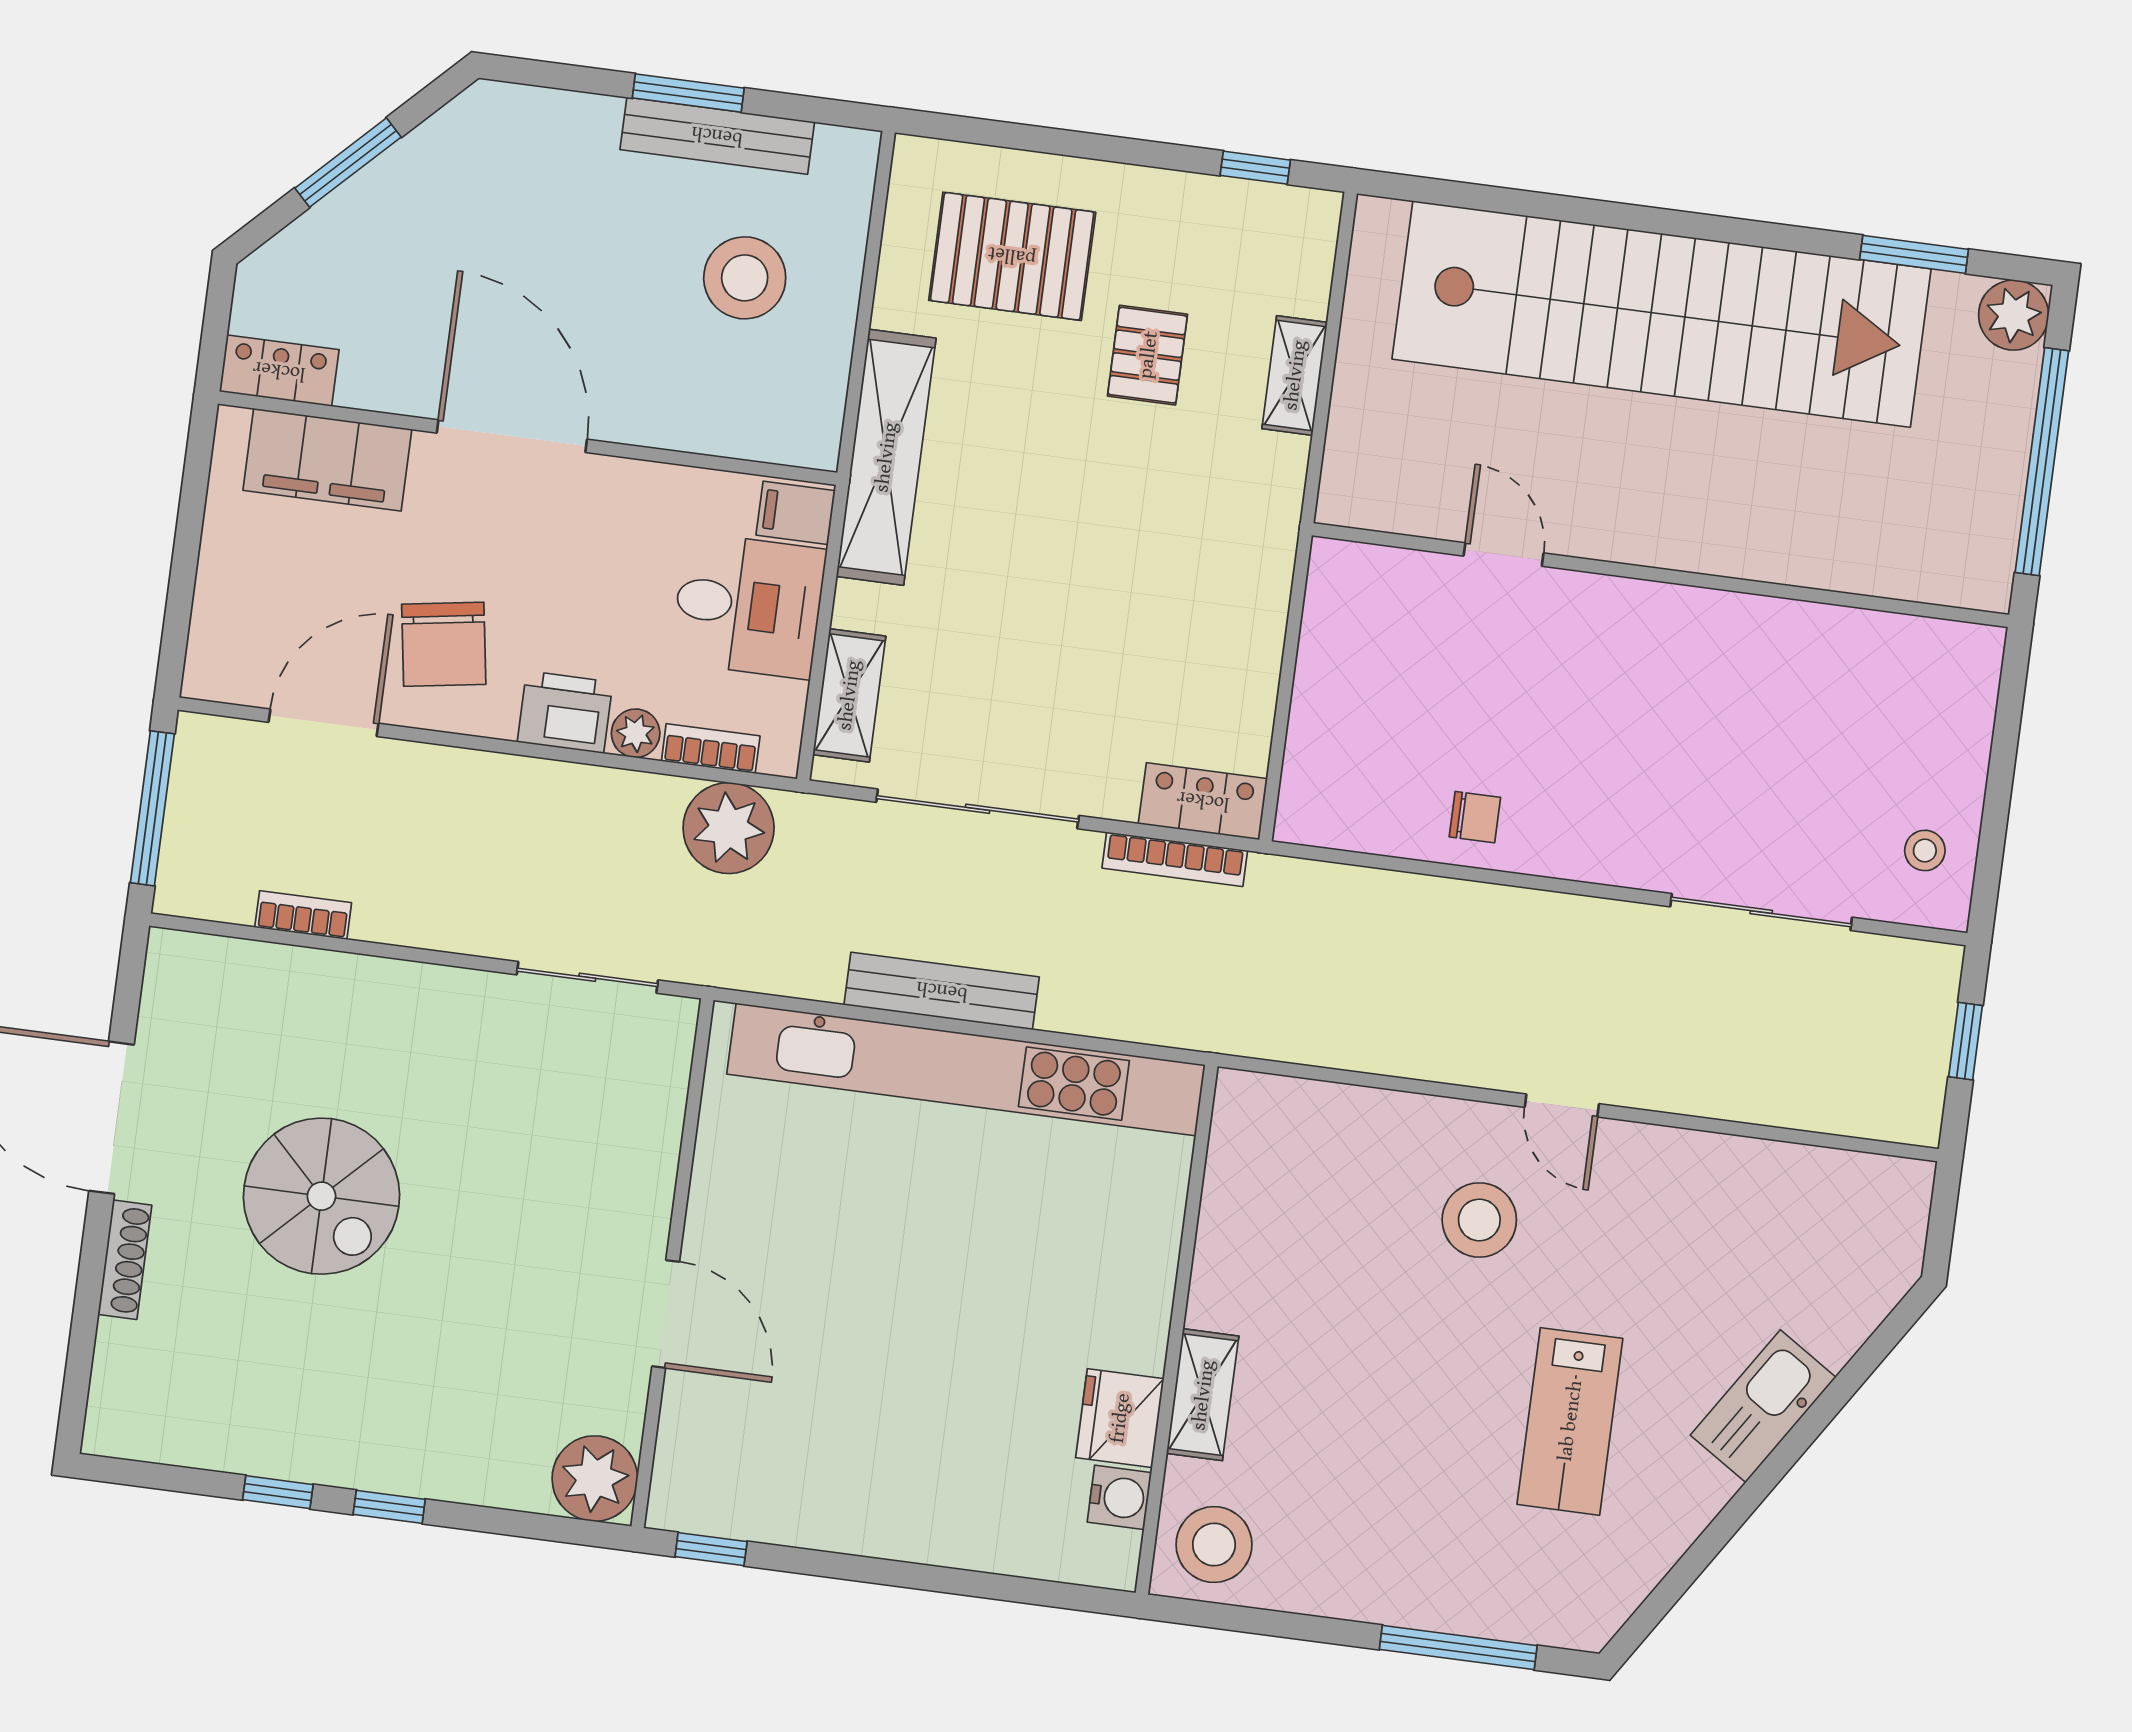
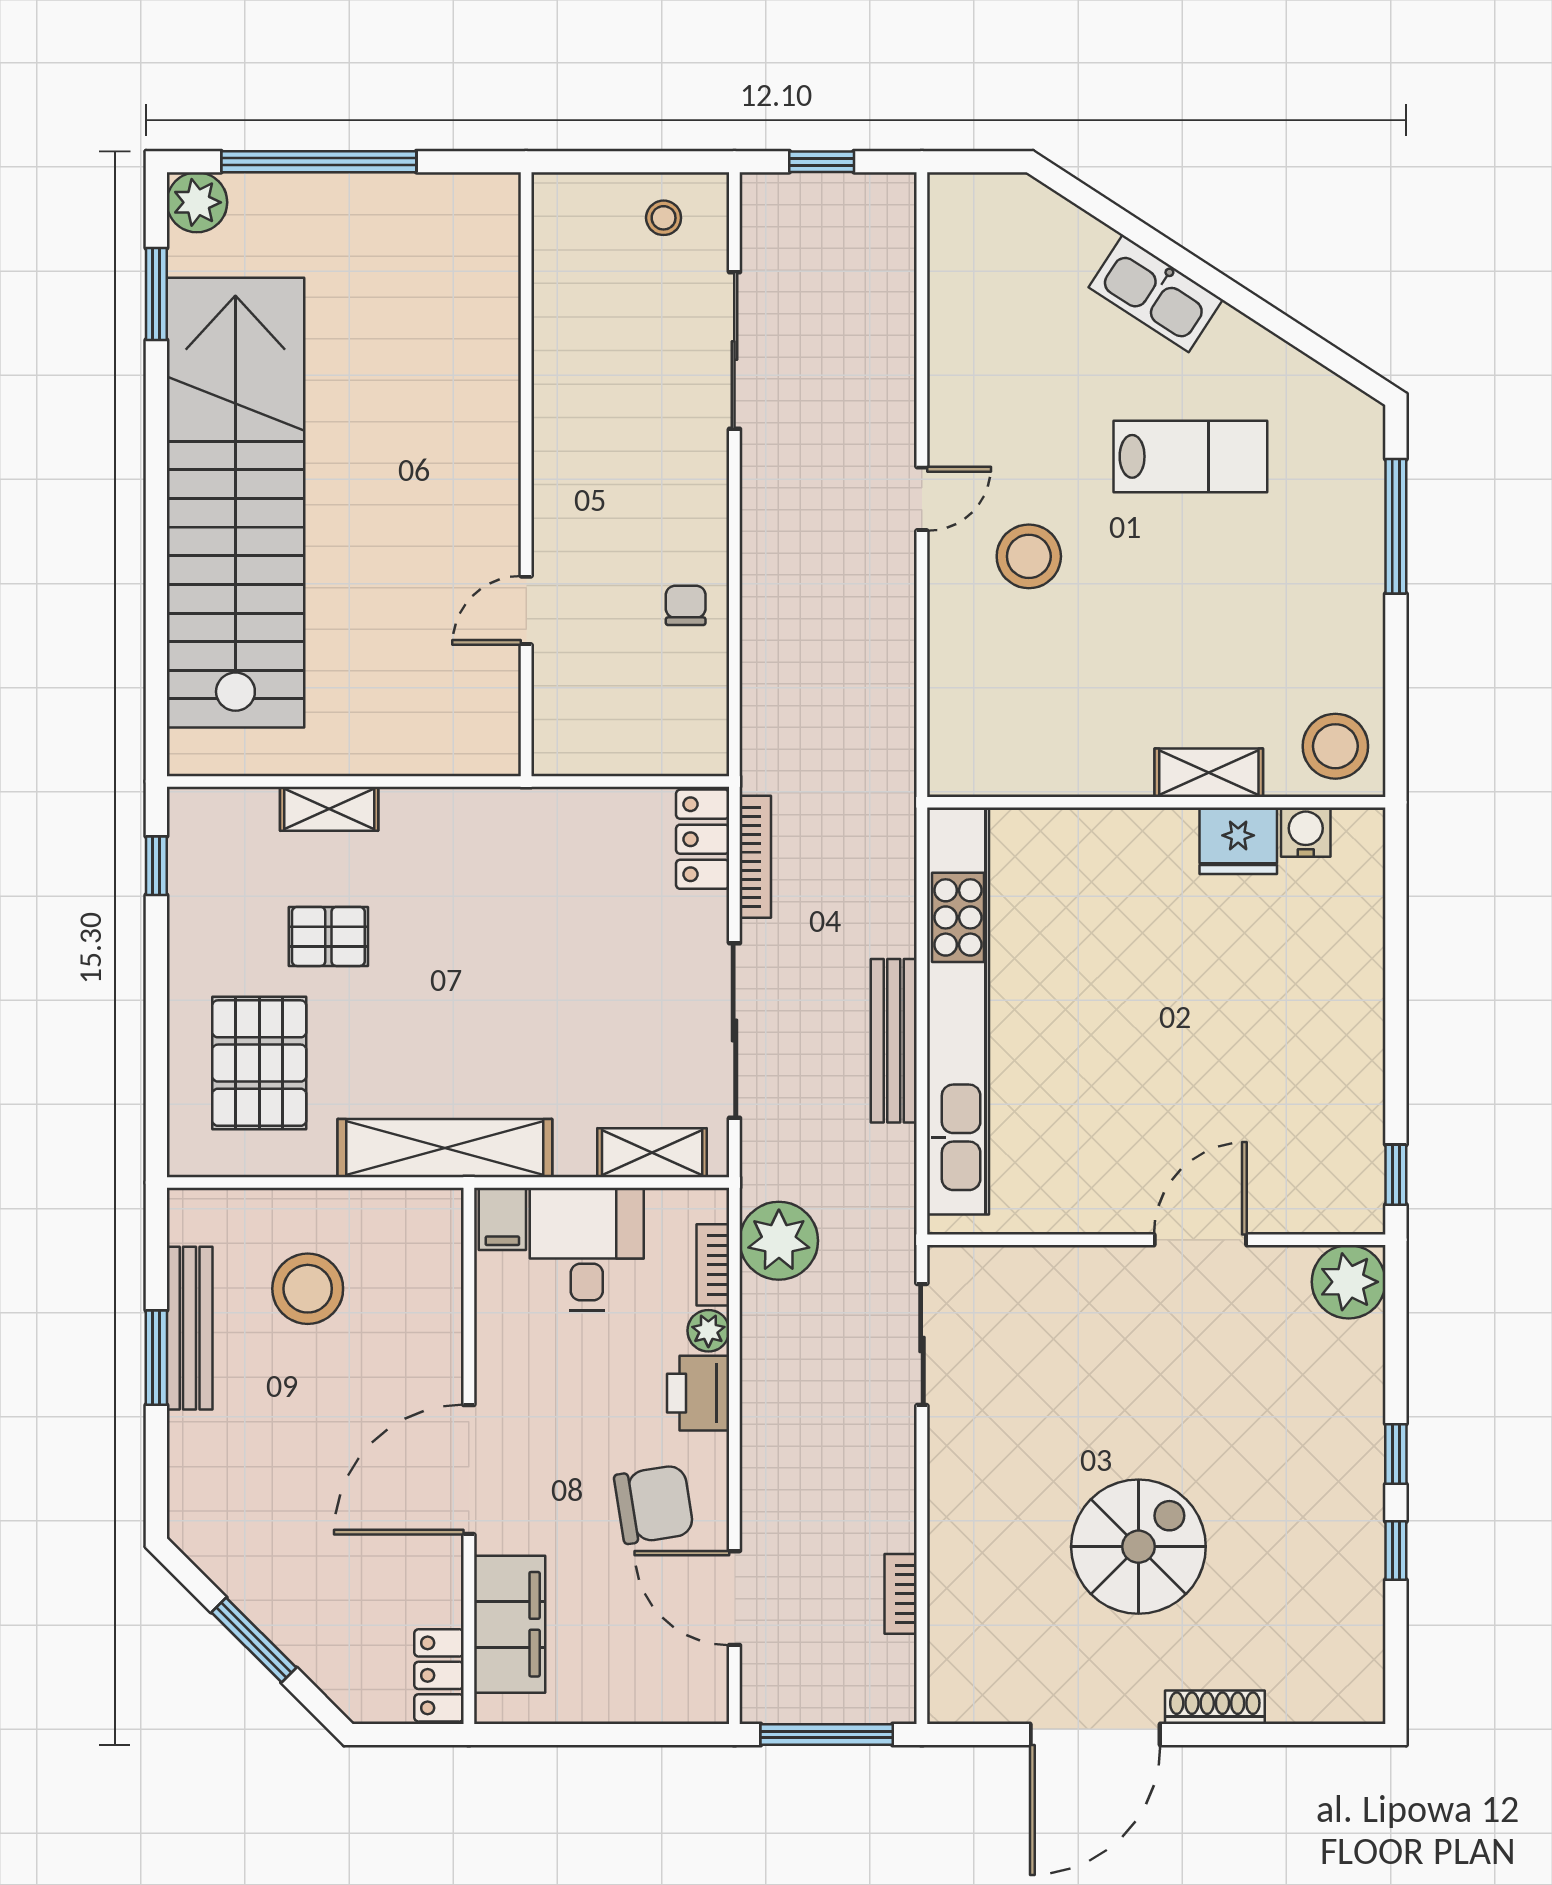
door: (1504, 554) -> (526, 610), moved
wall: (1661, 575) -> (526, 474), moved

